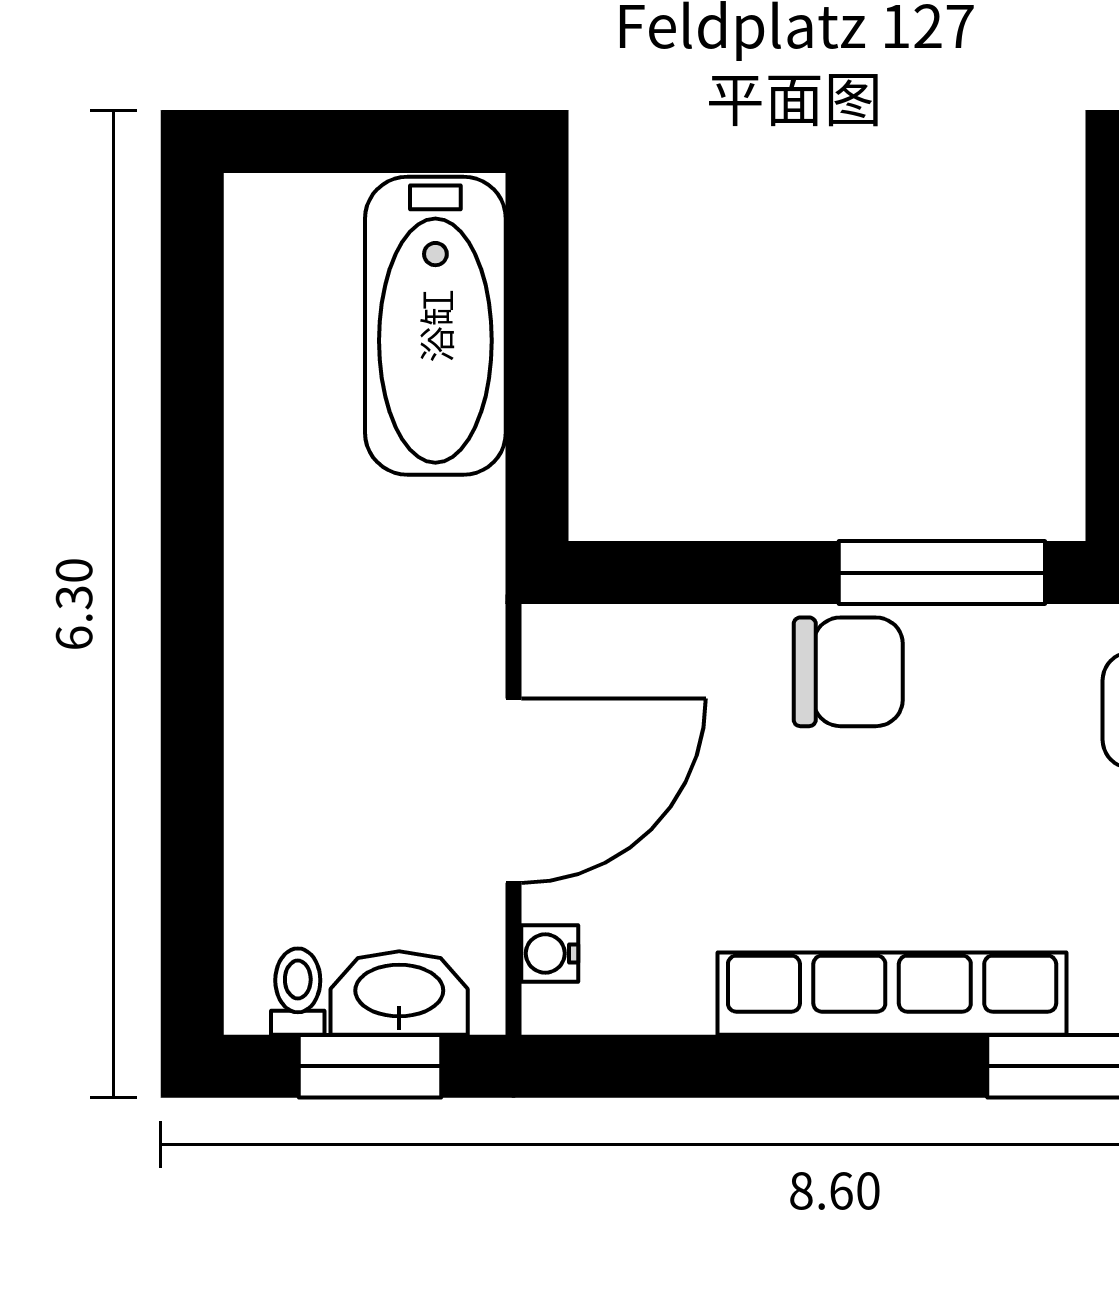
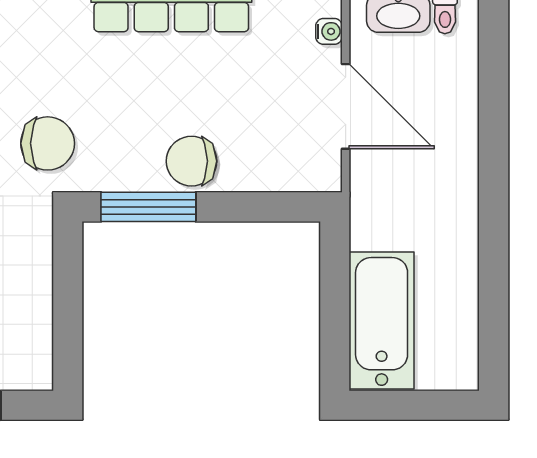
door: (514, 791) -> (346, 106), swing flipped

